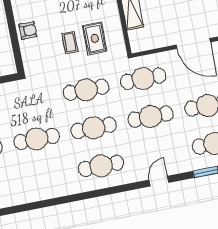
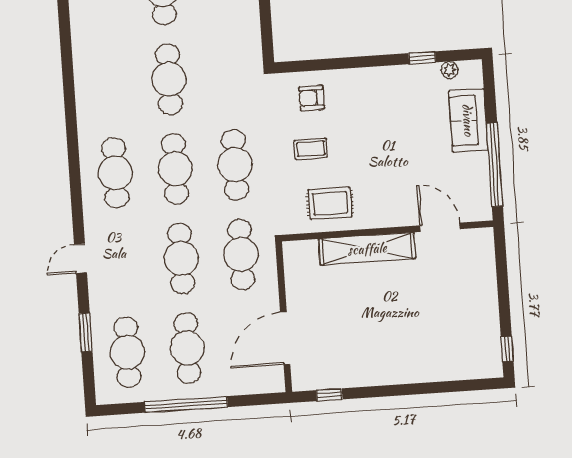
armchair: (28, 30) -> (312, 98), moved, turned 90
rug: (95, 38) -> (330, 203), moved
door: (159, 181) -> (80, 258), swing flipped

